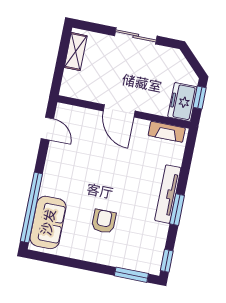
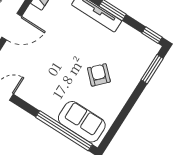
armchair: (104, 221) -> (99, 75), turned 44

